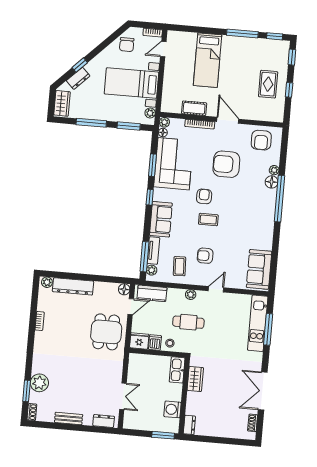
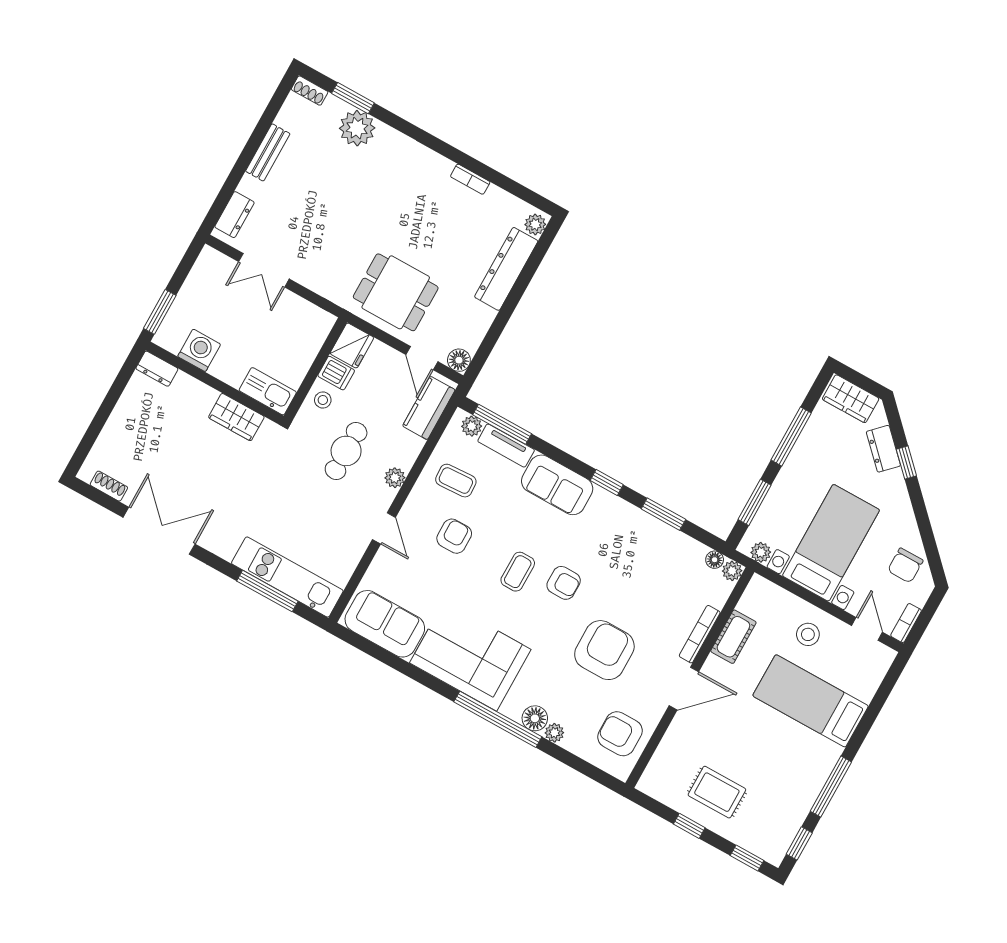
chair: (127, 45) -> (905, 565), turned -90
stool: (178, 75) -> (808, 634), added
corner sofa: (174, 164) -> (470, 656), moved, turned 180

